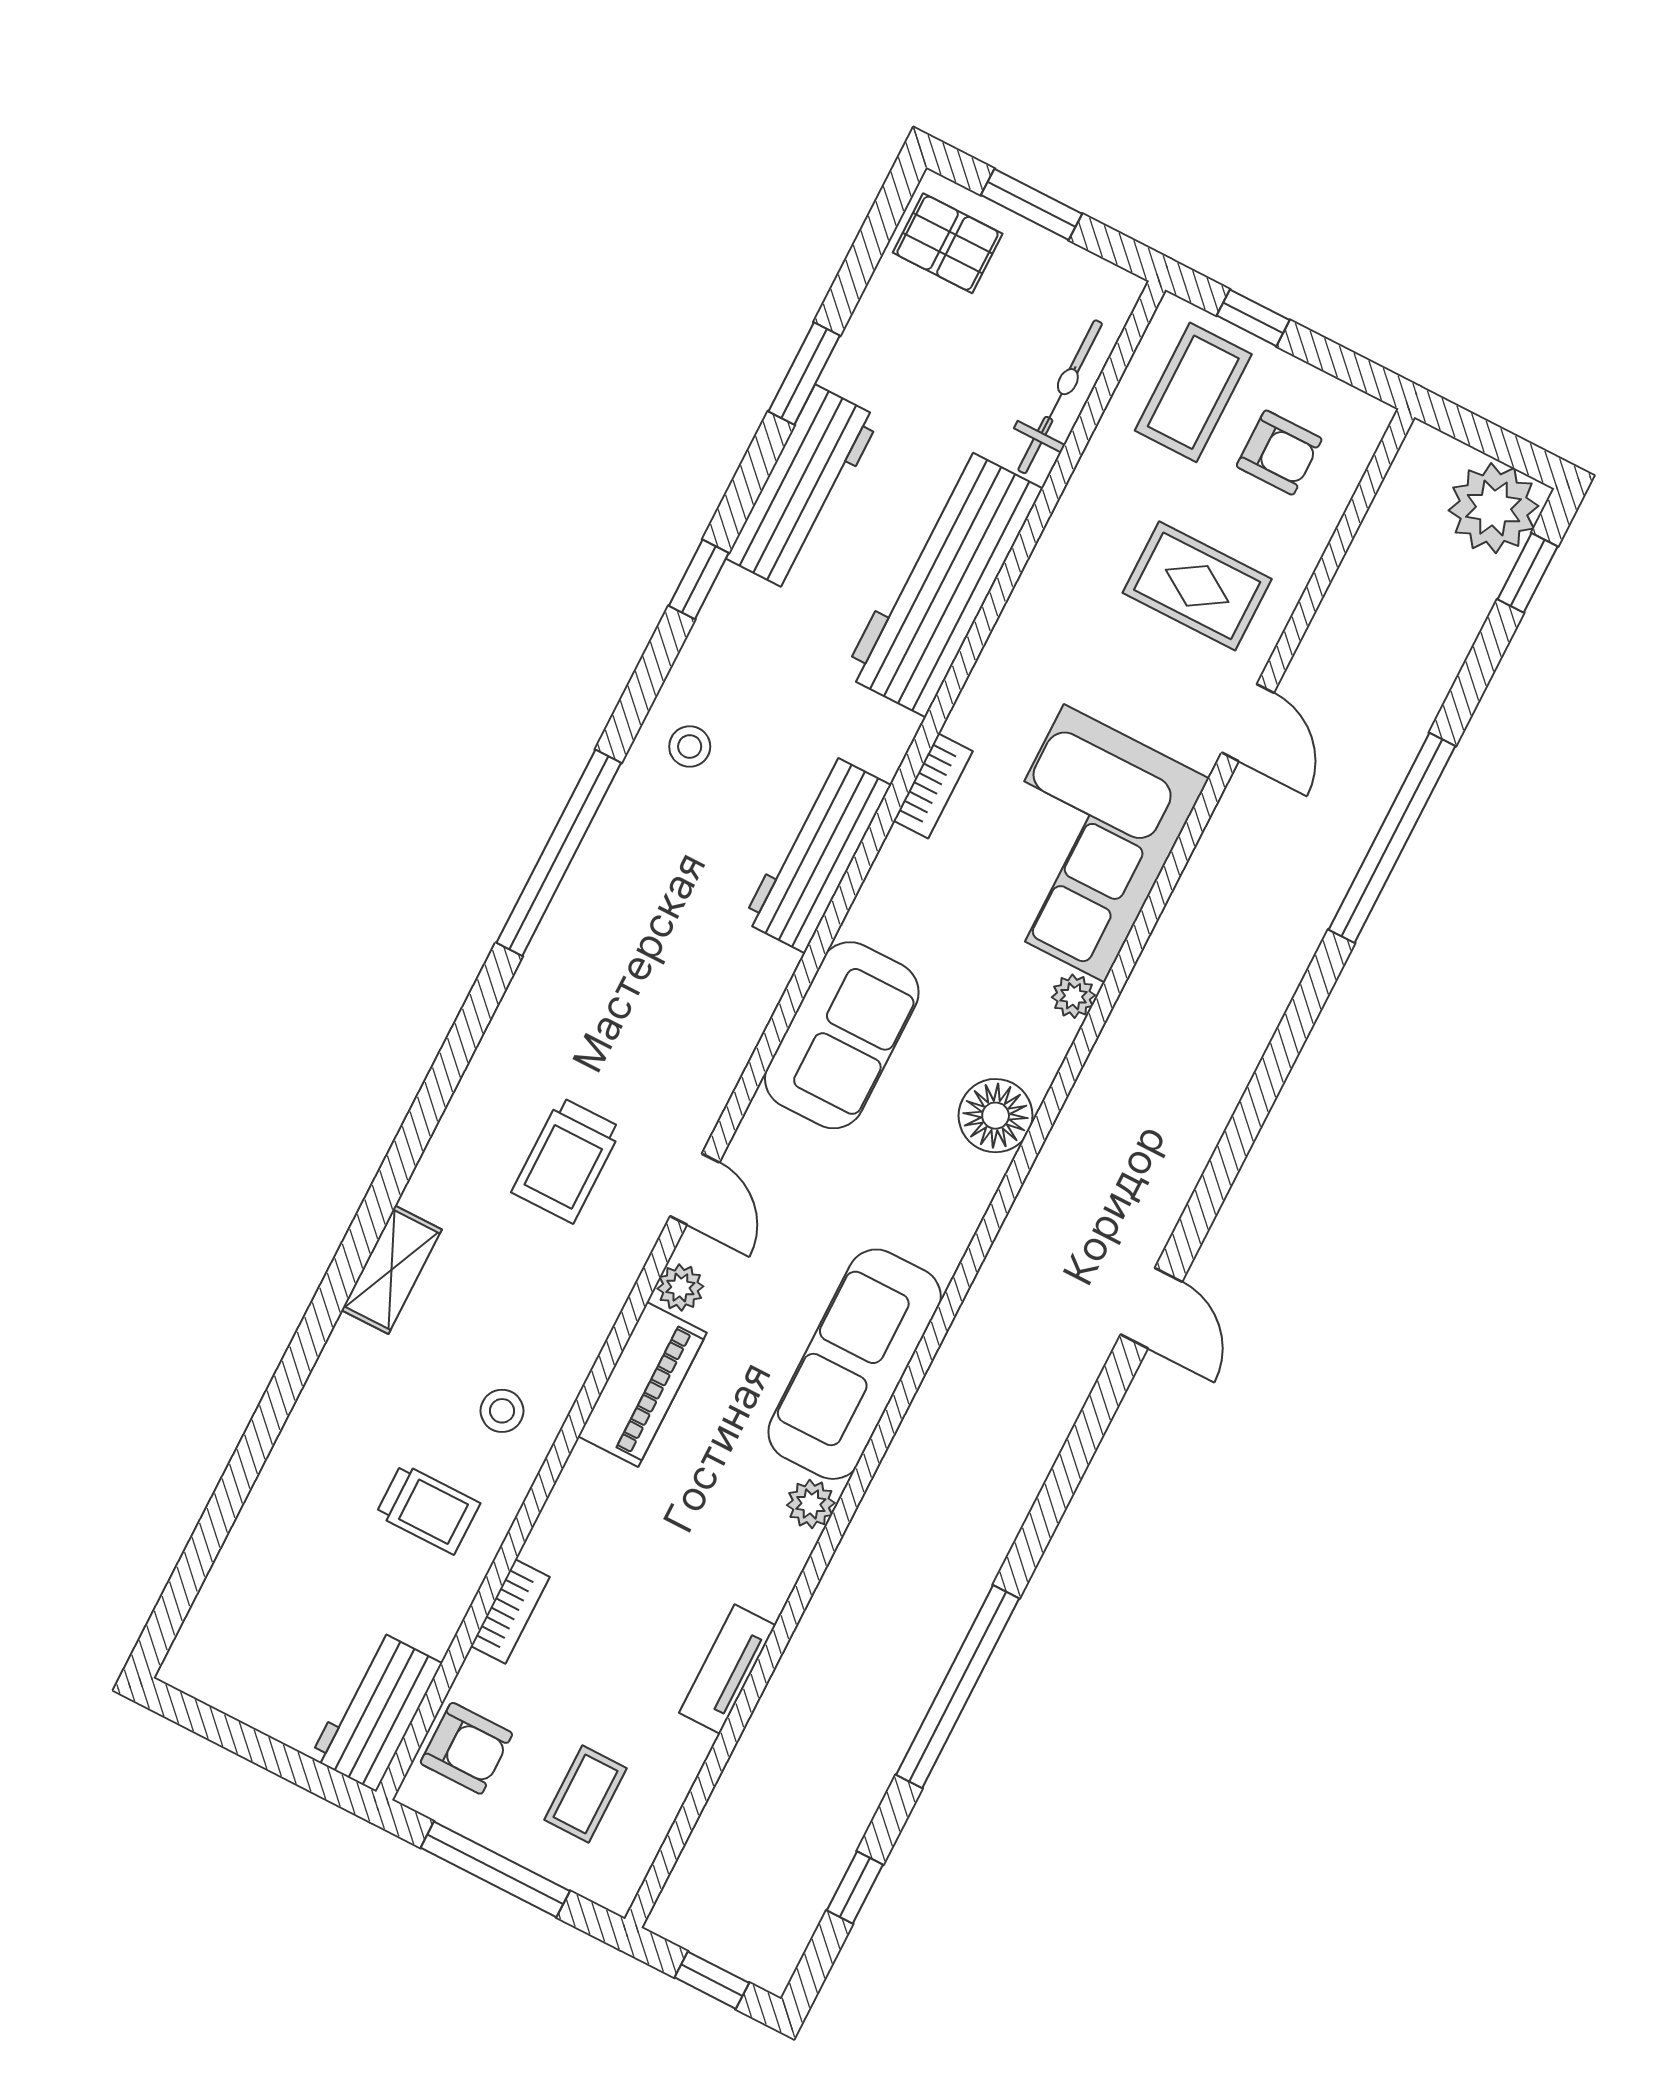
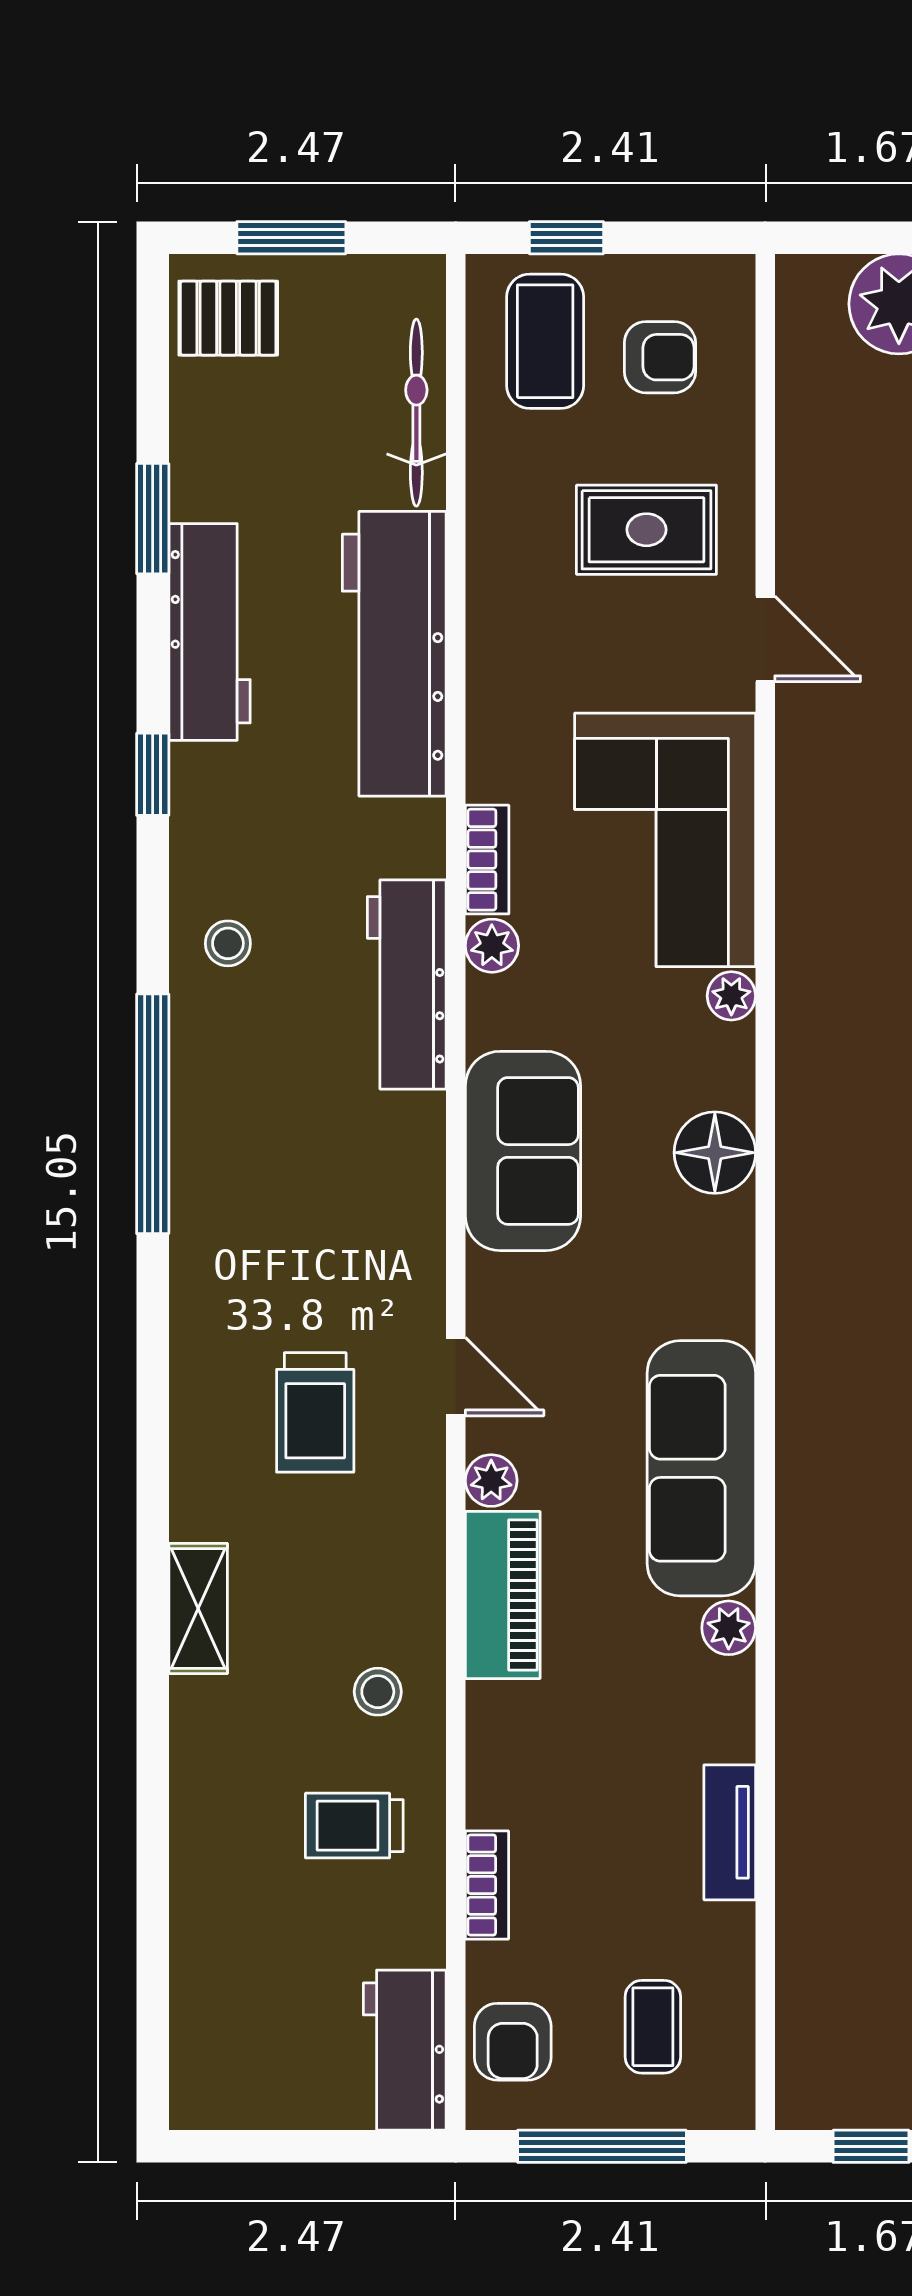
plant: (901, 857) -> (492, 946), added
trolley: (428, 1509) -> (354, 1826), turned 180
armchair: (466, 1748) -> (513, 2042), turned 90

